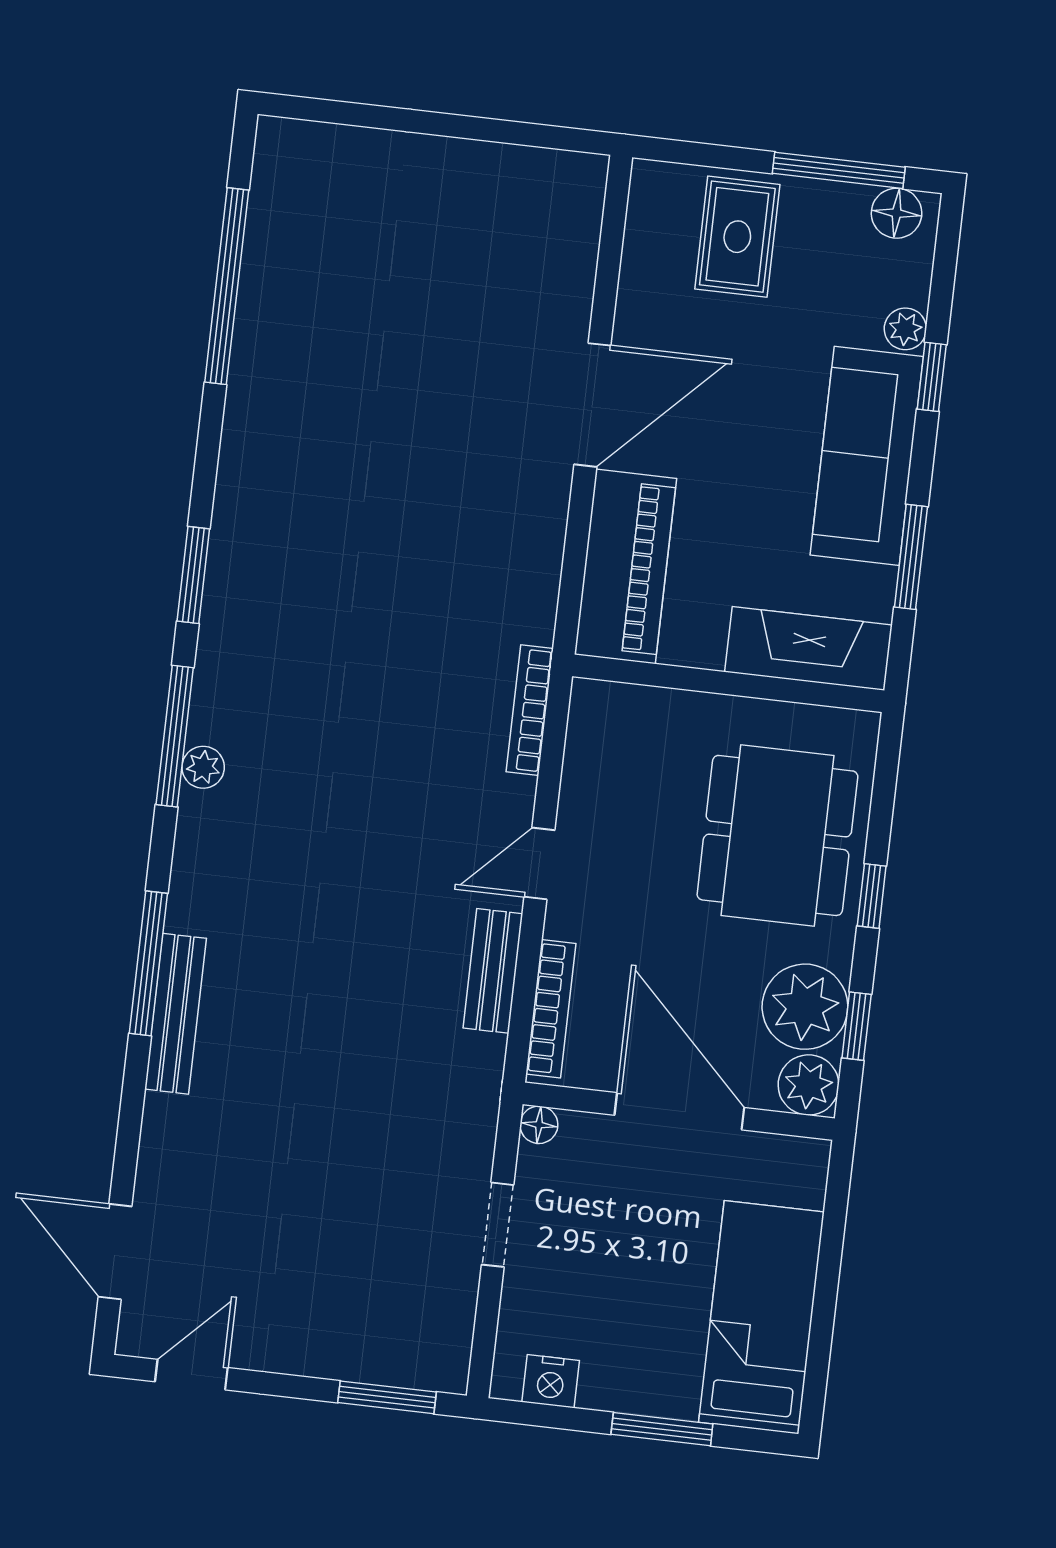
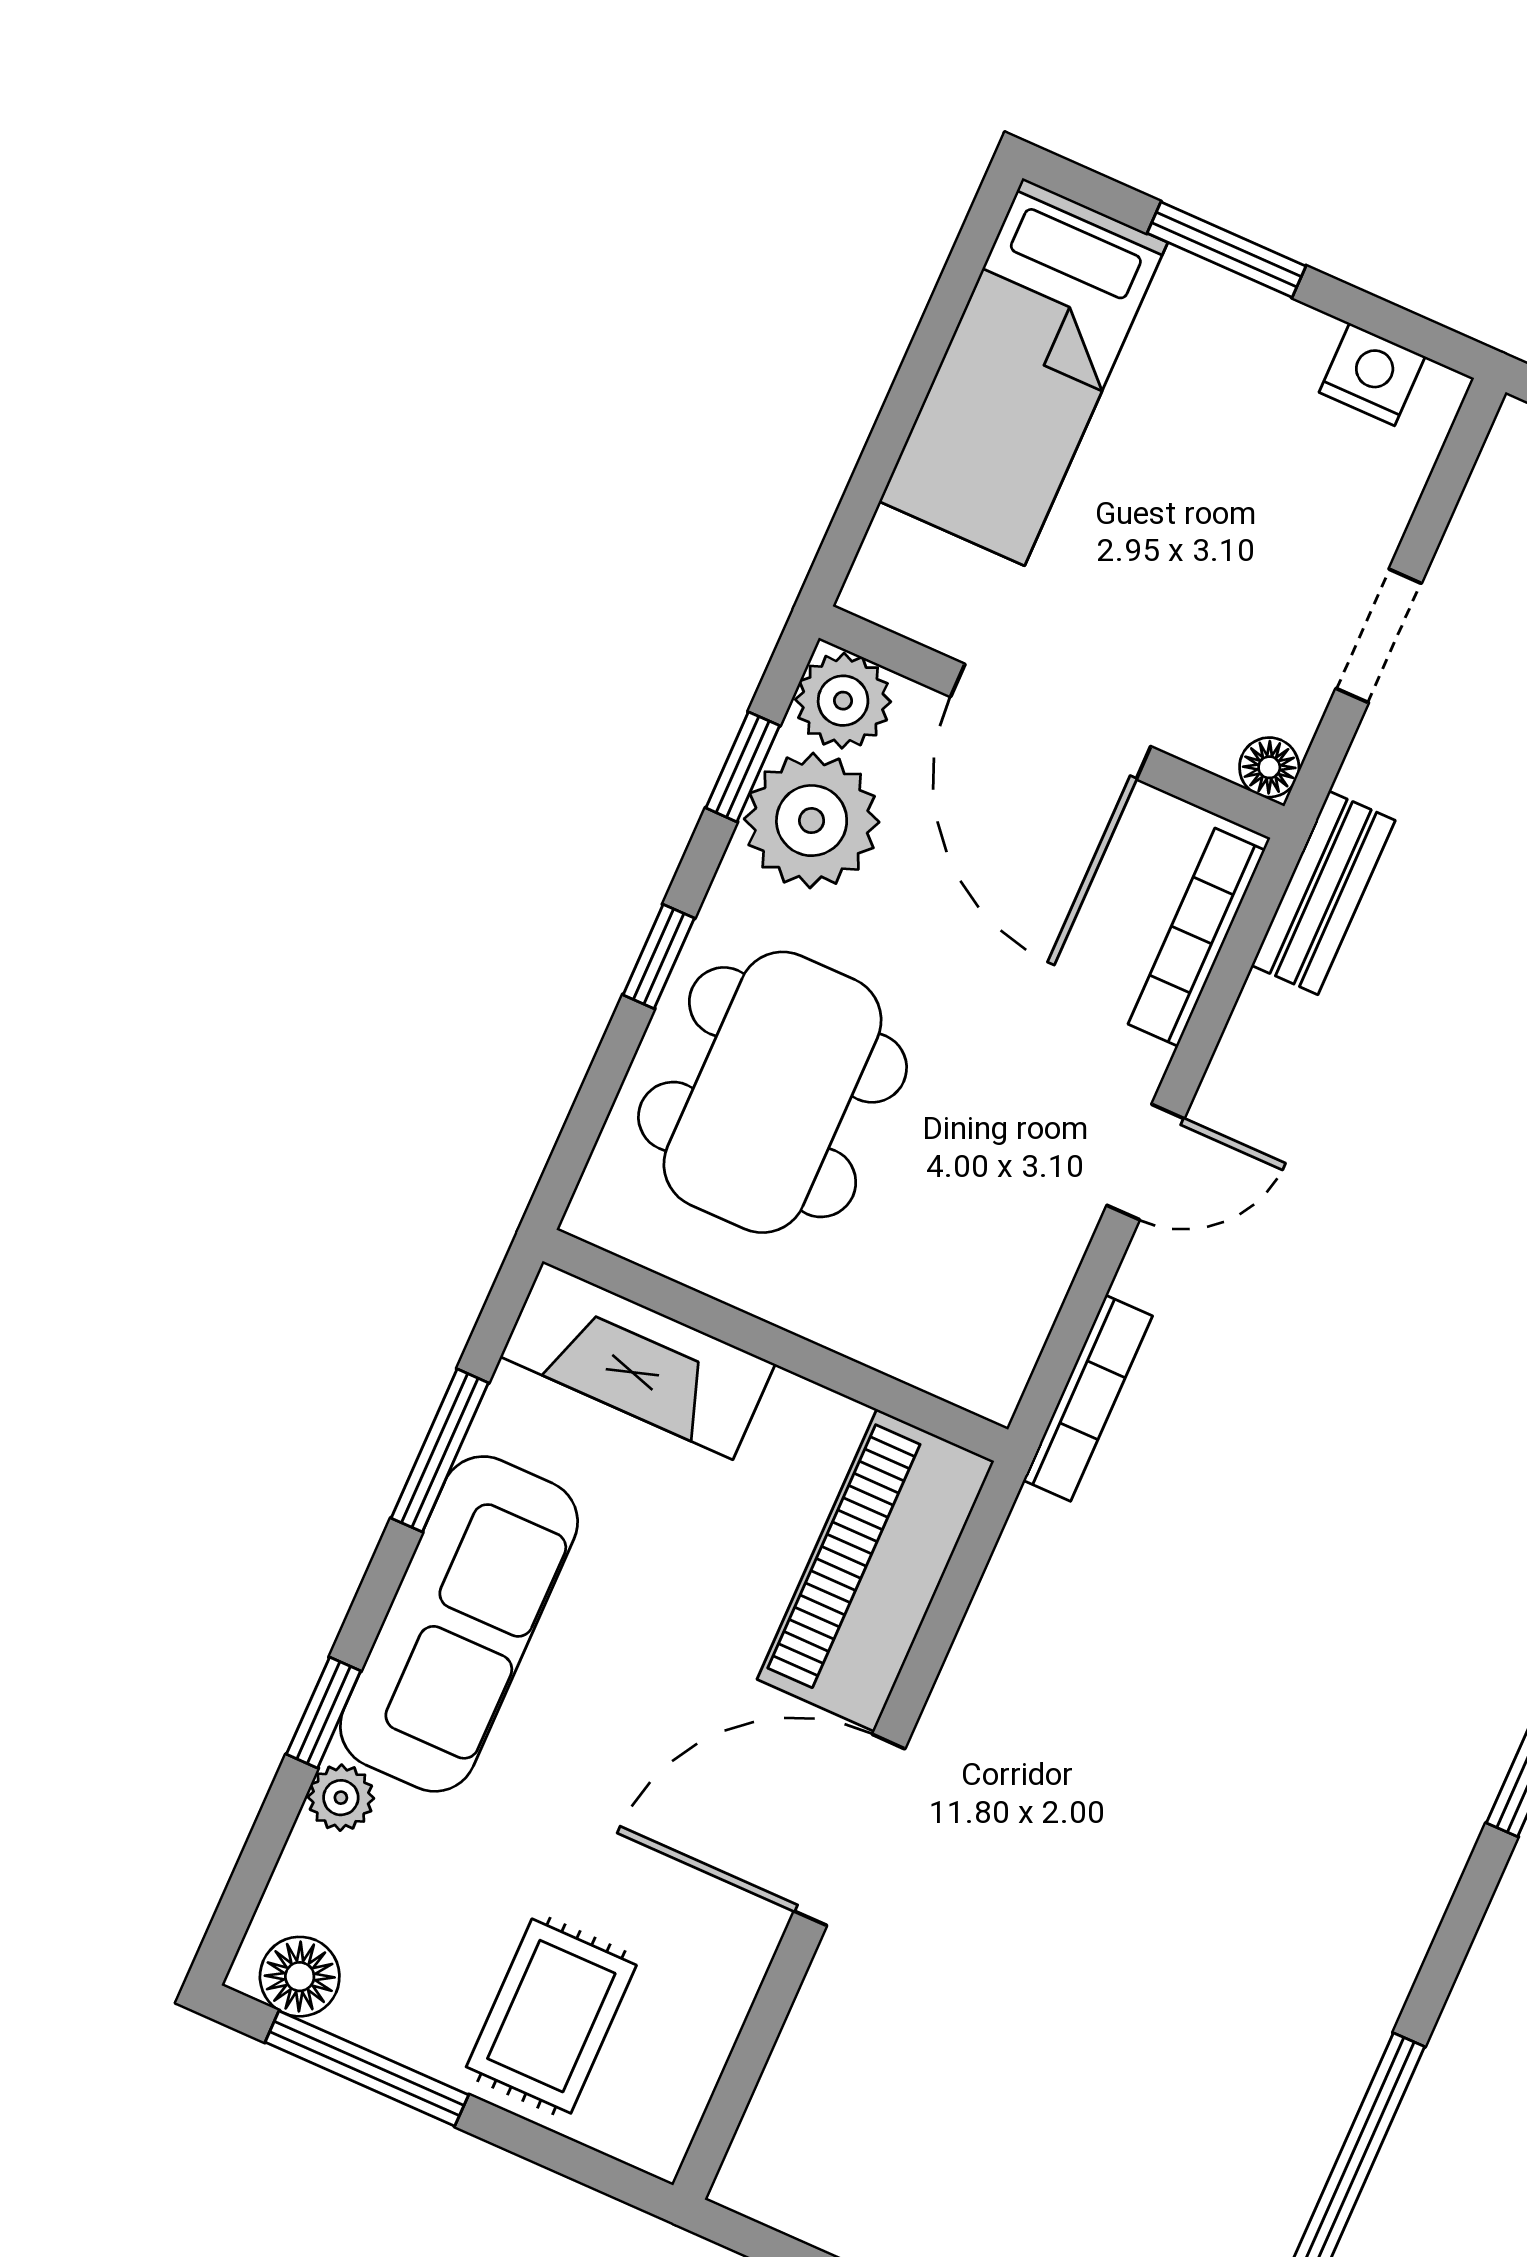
bench: (493, 971) -> (1323, 893), moved

